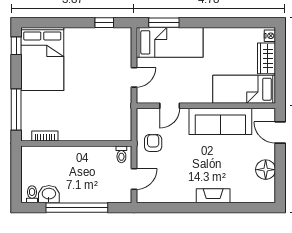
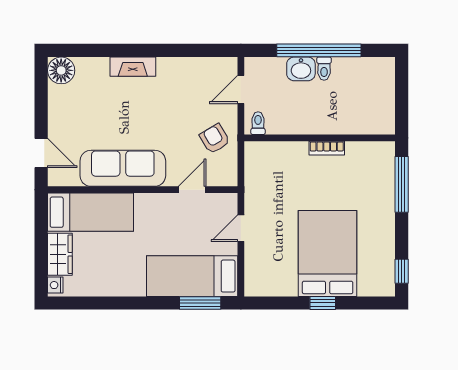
window: (104, 23) -> (323, 303), moved
bed: (42, 59) -> (328, 253), moved
bookcase: (45, 136) -> (327, 148), moved
armchair: (153, 143) -> (215, 139), turned 149
floor lamp: (266, 170) -> (61, 70), moved
toilet: (32, 194) -> (324, 69), moved
washbasin: (49, 194) -> (301, 69), moved

